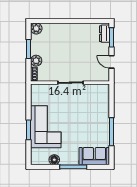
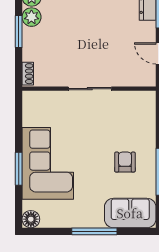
plant: (36, 61) -> (31, 17), moved
armchair: (91, 126) -> (125, 162), added
floor lamp: (54, 160) -> (31, 219), moved

